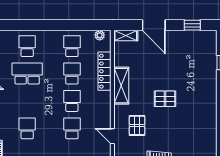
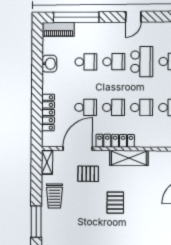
locker: (105, 71) -> (115, 141), moved
school desk: (27, 101) -> (114, 62), added
door: (112, 136) -> (78, 149), width x1.88

